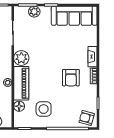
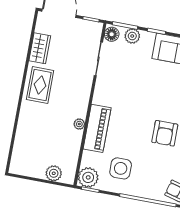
plant: (21, 58) -> (88, 177), moved
floor lamp: (19, 106) -> (112, 34), moved

